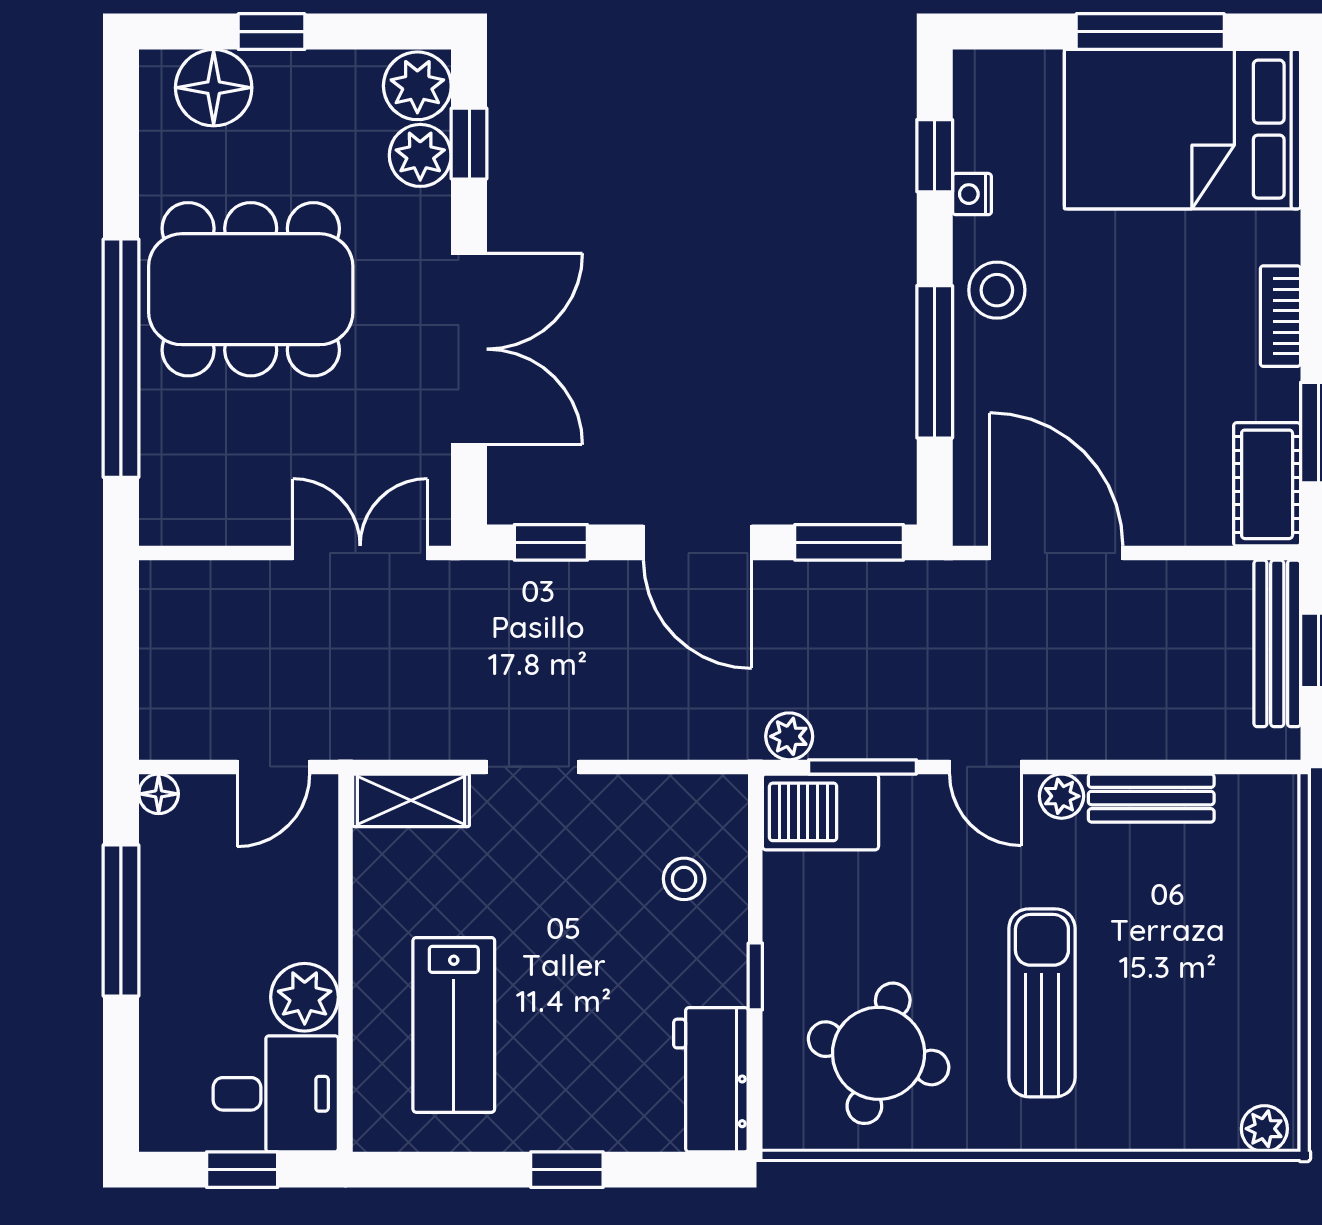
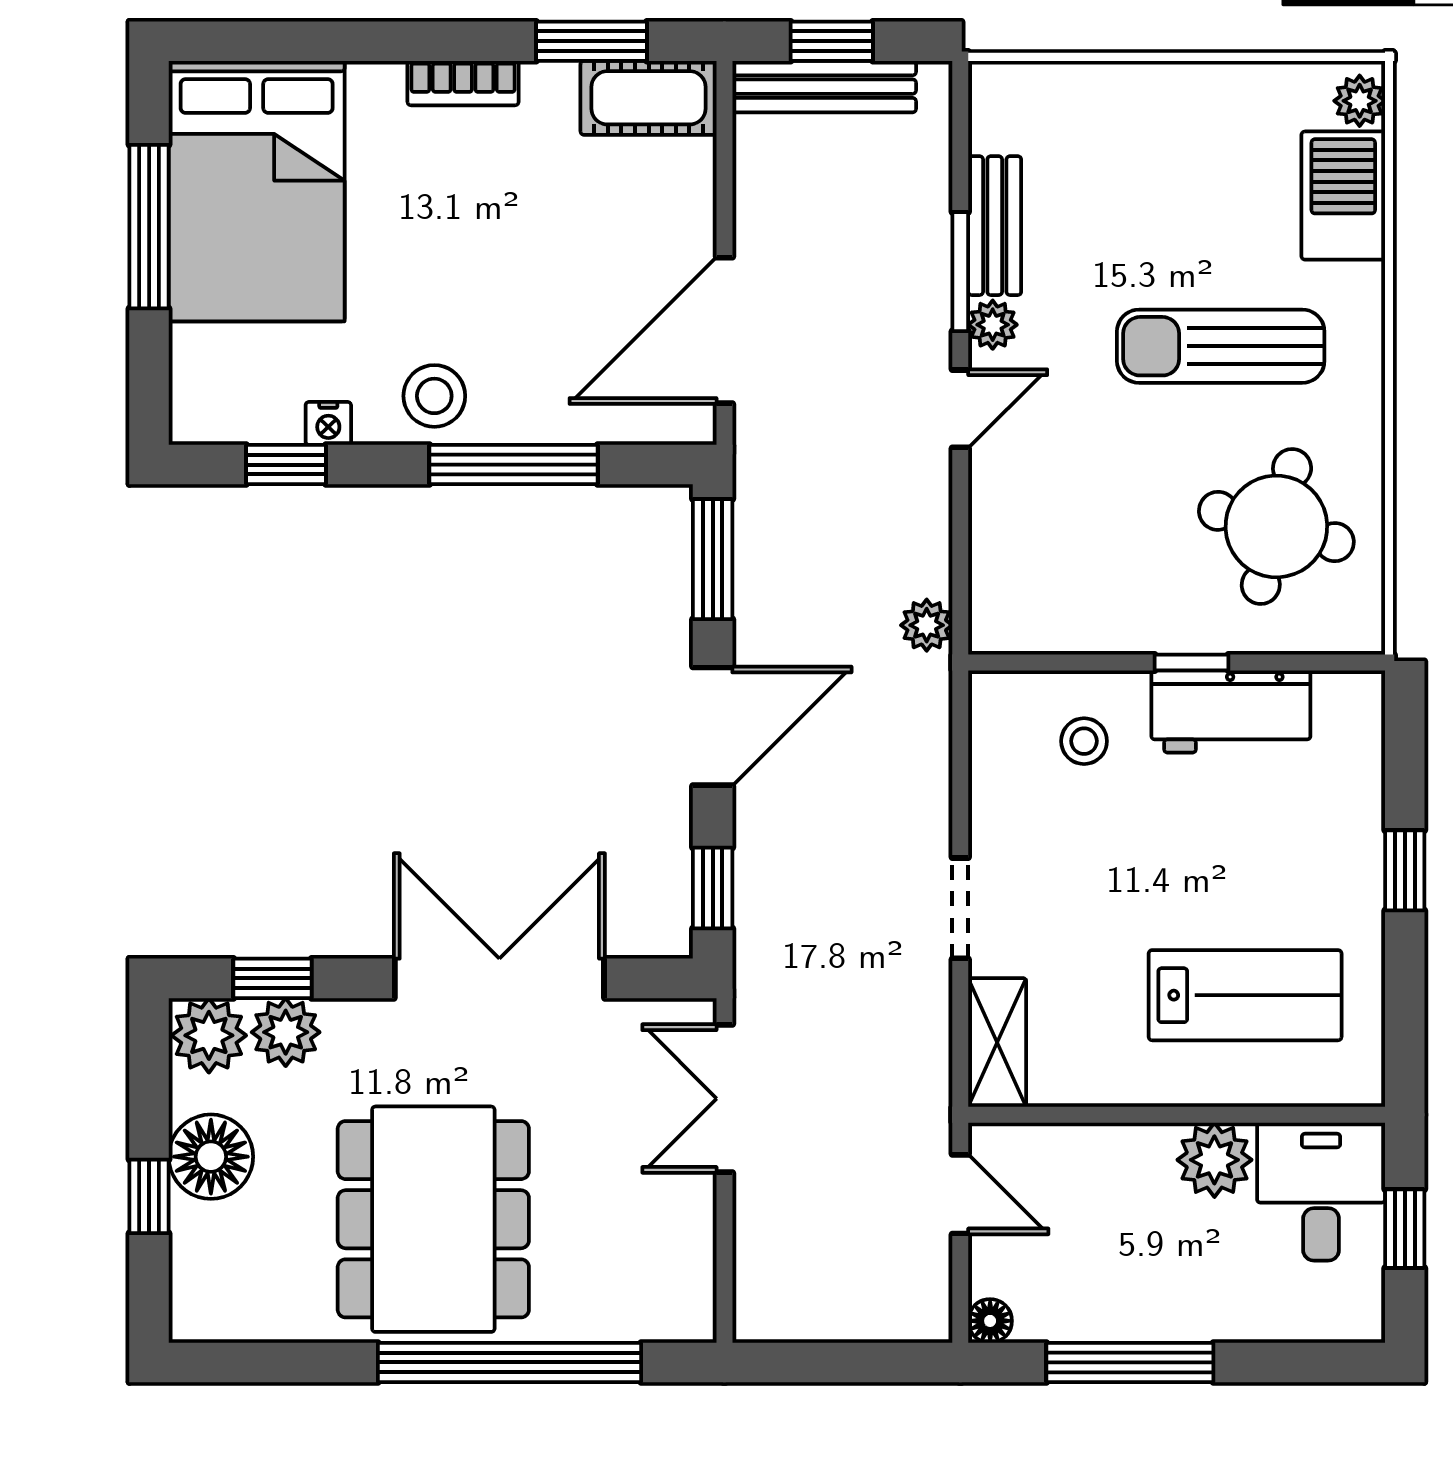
floor lamp: (214, 88) -> (211, 1157), moved
window: (862, 767) -> (960, 272), moved
barbecue: (820, 812) -> (1343, 196), moved, turned 180
workbench: (711, 1080) -> (1231, 711), moved

